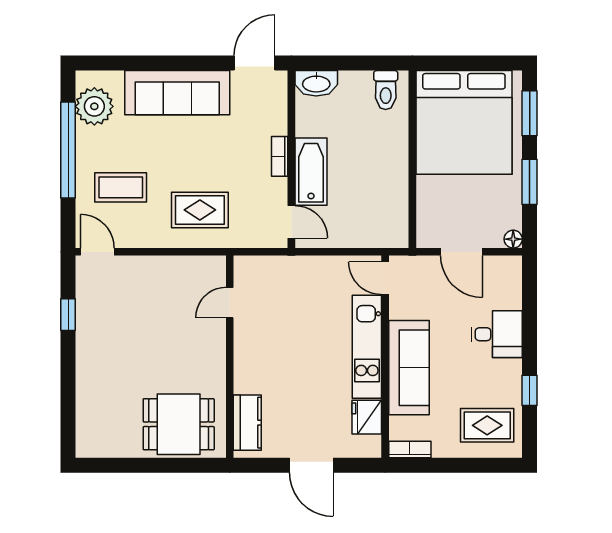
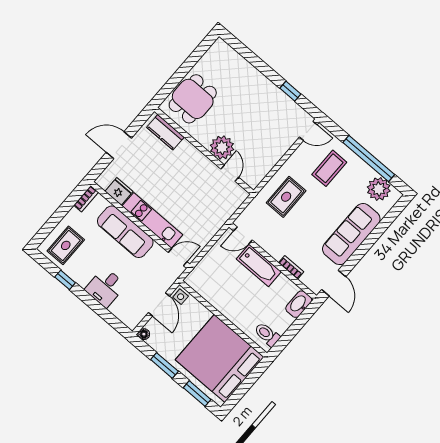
bookcase: (280, 156) -> (291, 267), moved
side table: (430, 234) -> (181, 297), added
door: (461, 252) -> (159, 304), swing flipped
plant: (207, 339) -> (222, 147), added

